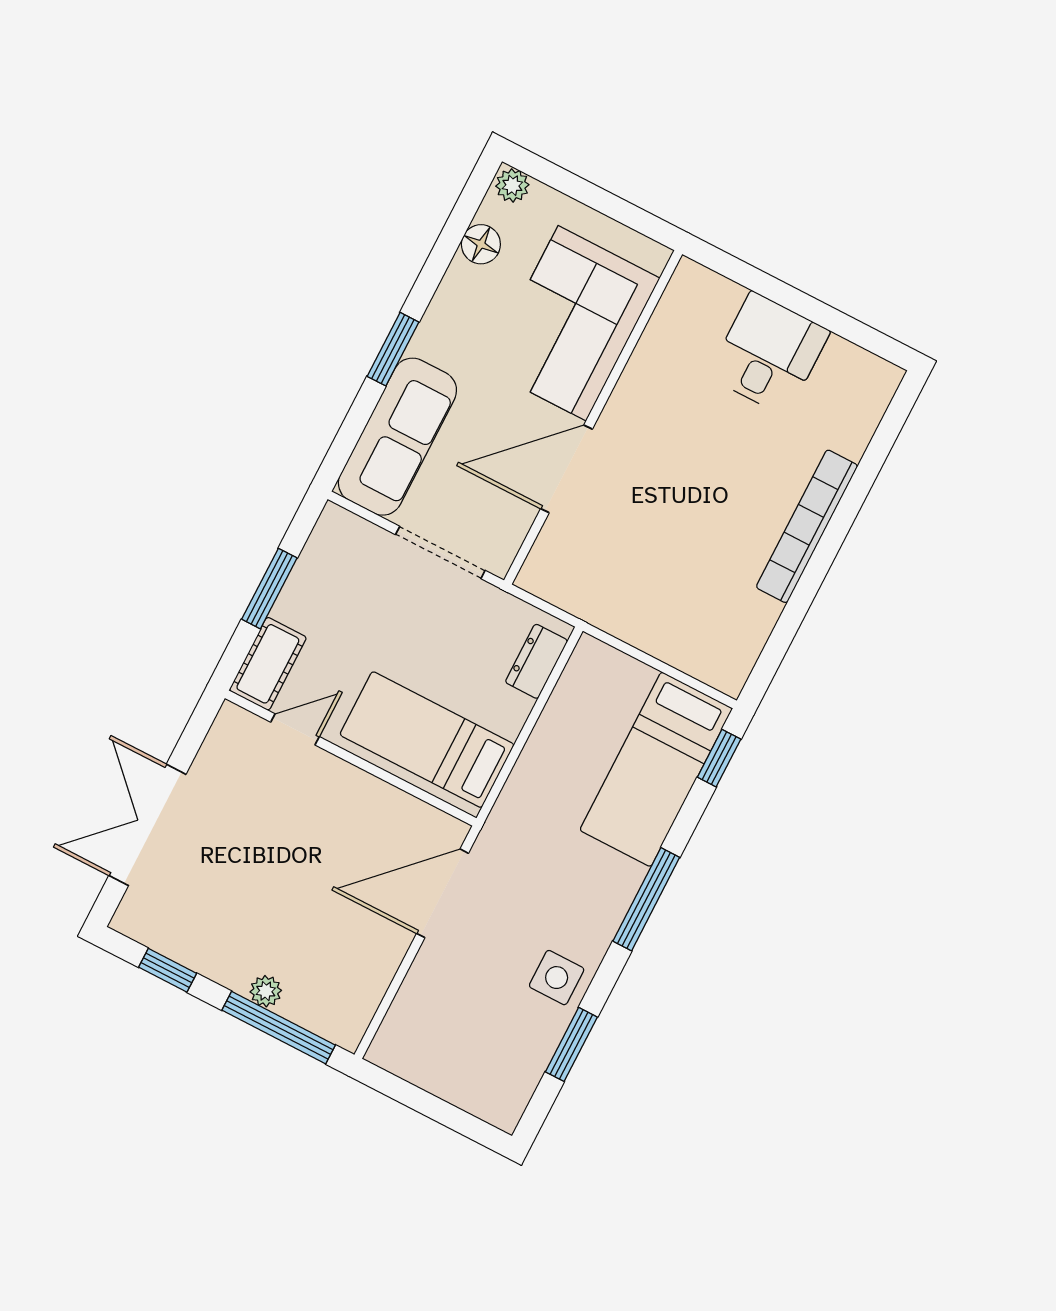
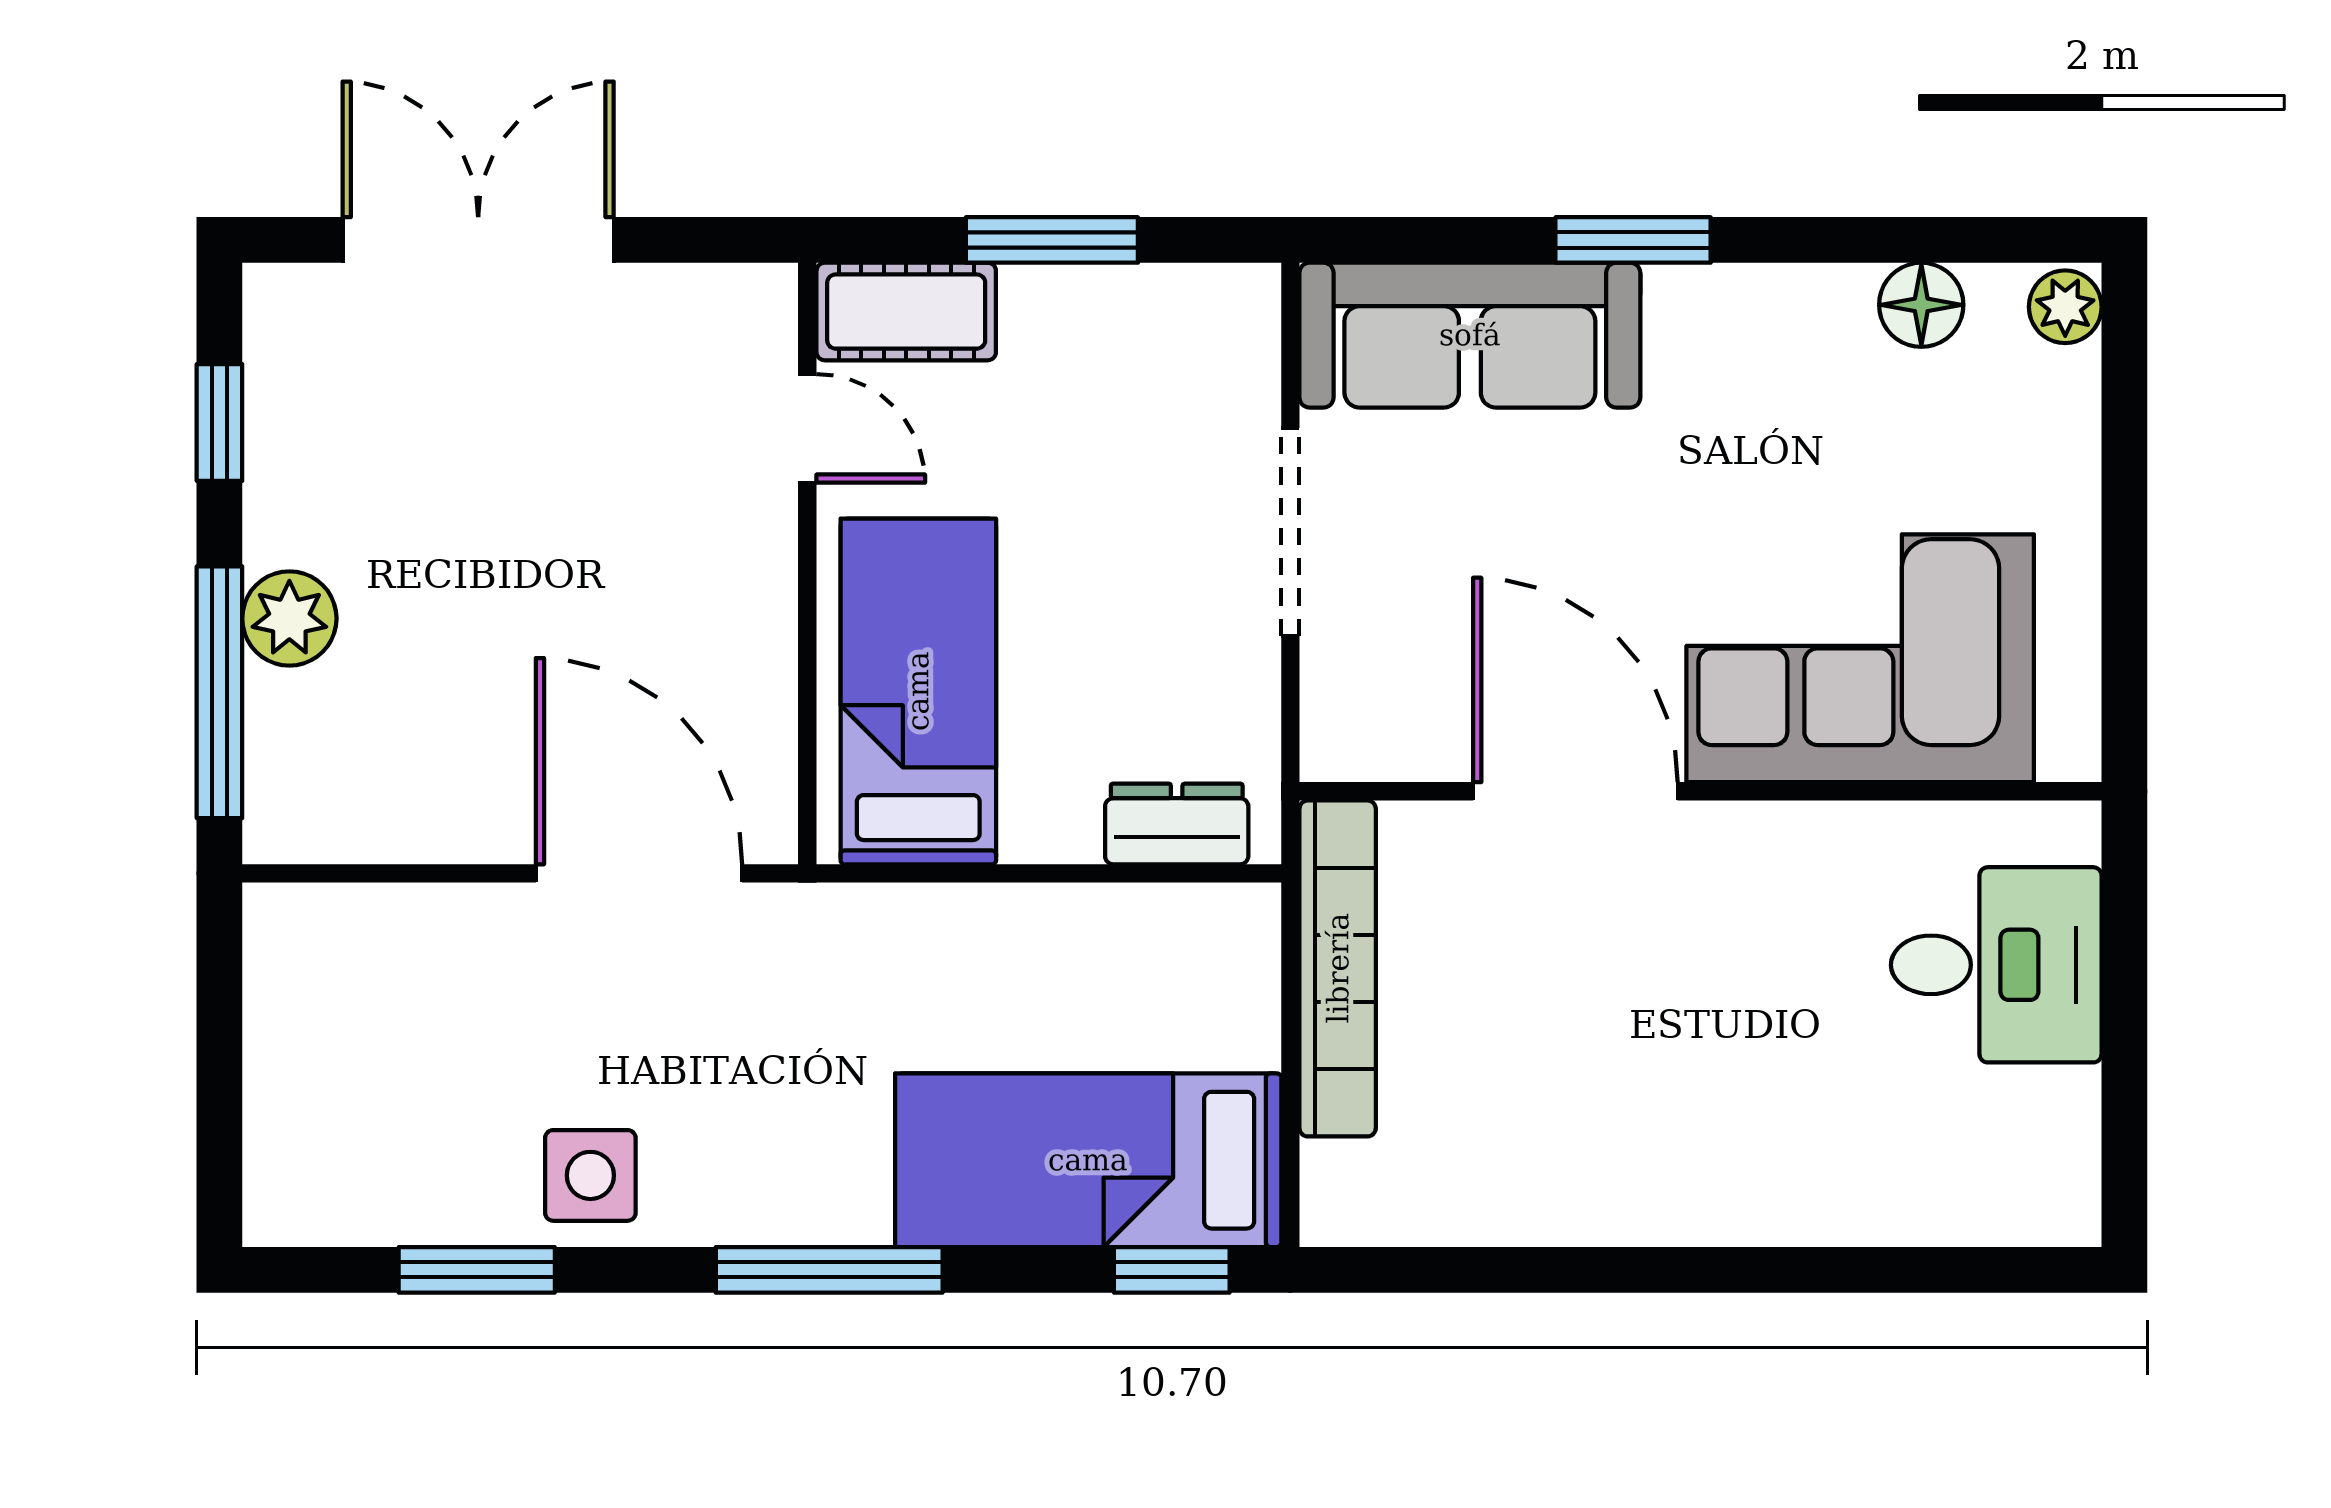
corner sofa: (572, 323) -> (1860, 658), moved
wall: (593, 417) -> (1701, 791), moved
door: (566, 469) -> (1575, 791), moved
bookcase: (807, 526) -> (1338, 968), moved, turned 90
plant: (266, 991) -> (289, 618), width x1.38, depth x1.38

